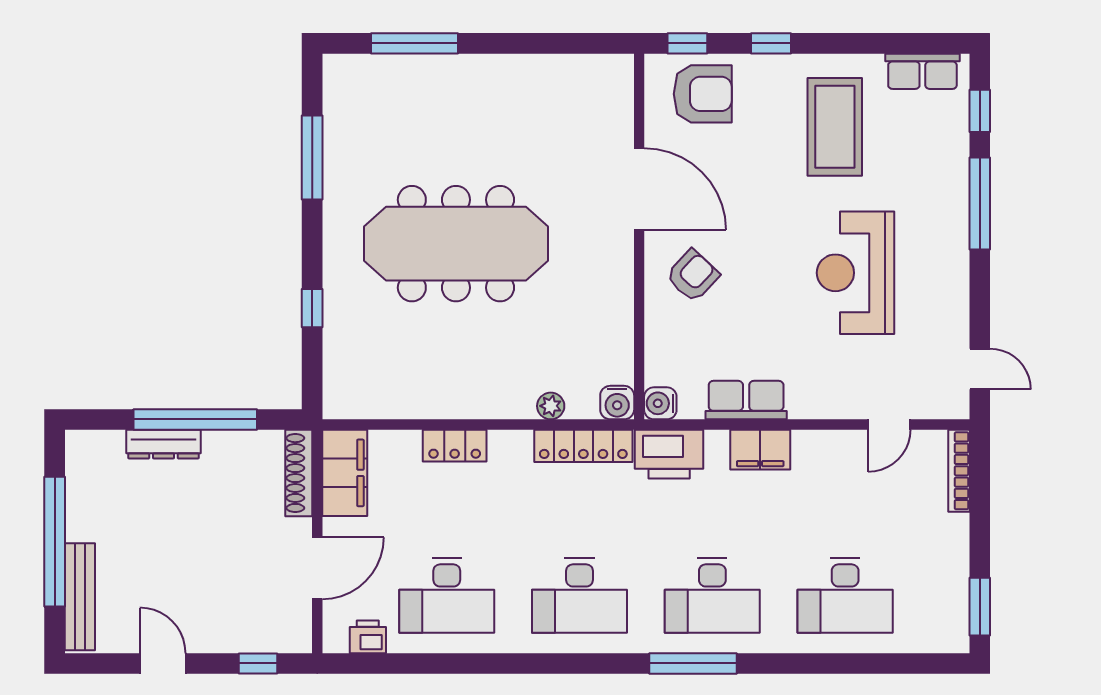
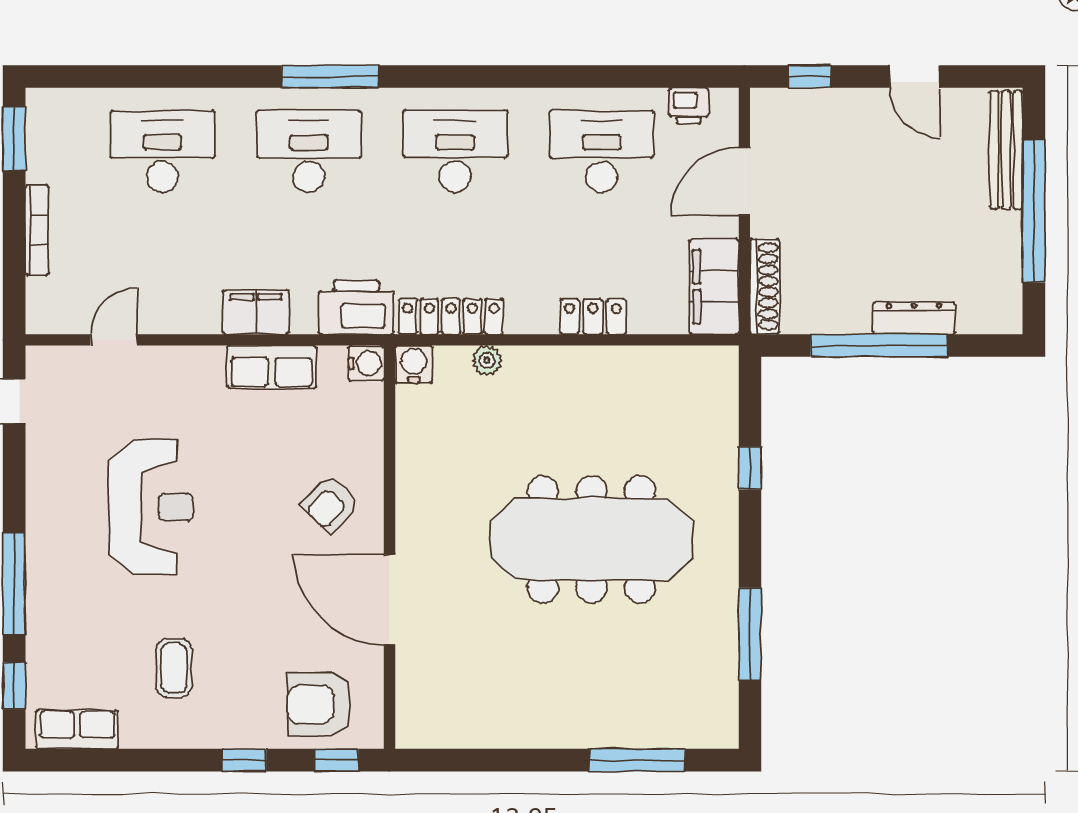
coffee table: (835, 127) -> (174, 668), width x0.54, depth x0.58
bookcase: (959, 471) -> (37, 230), moved

